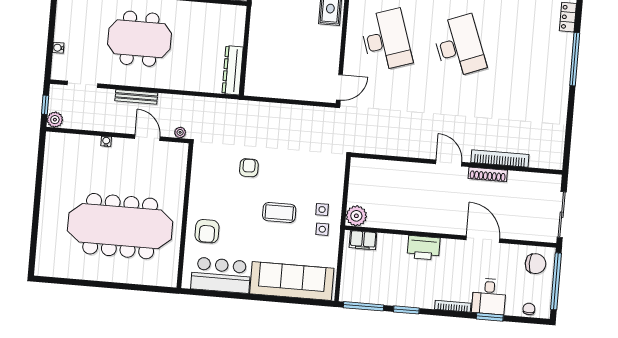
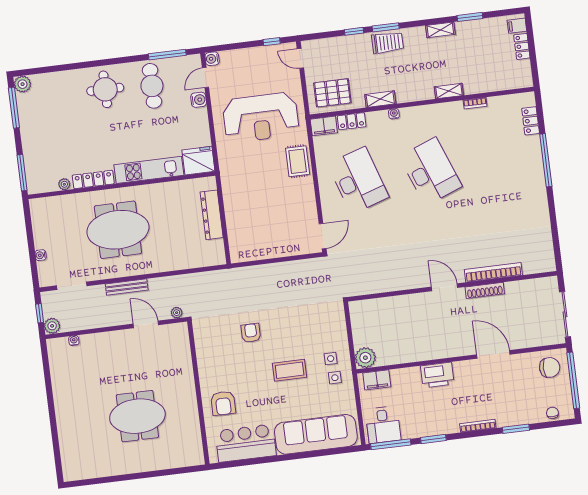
dresser: (233, 70) -> (212, 215), moved
water cooler: (106, 141) -> (74, 341), moved
meeting table: (120, 226) -> (137, 416), width x0.54, depth x0.79
desk: (489, 296) -> (383, 425), moved

